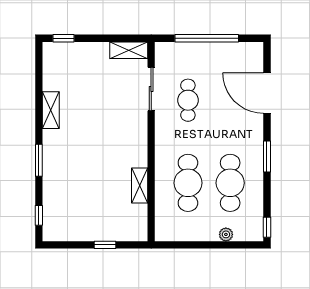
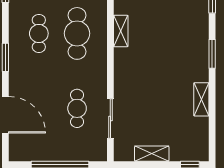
shelving: (129, 50) -> (152, 154), moved
cafe table: (230, 183) -> (39, 33), width x0.73, depth x0.74

